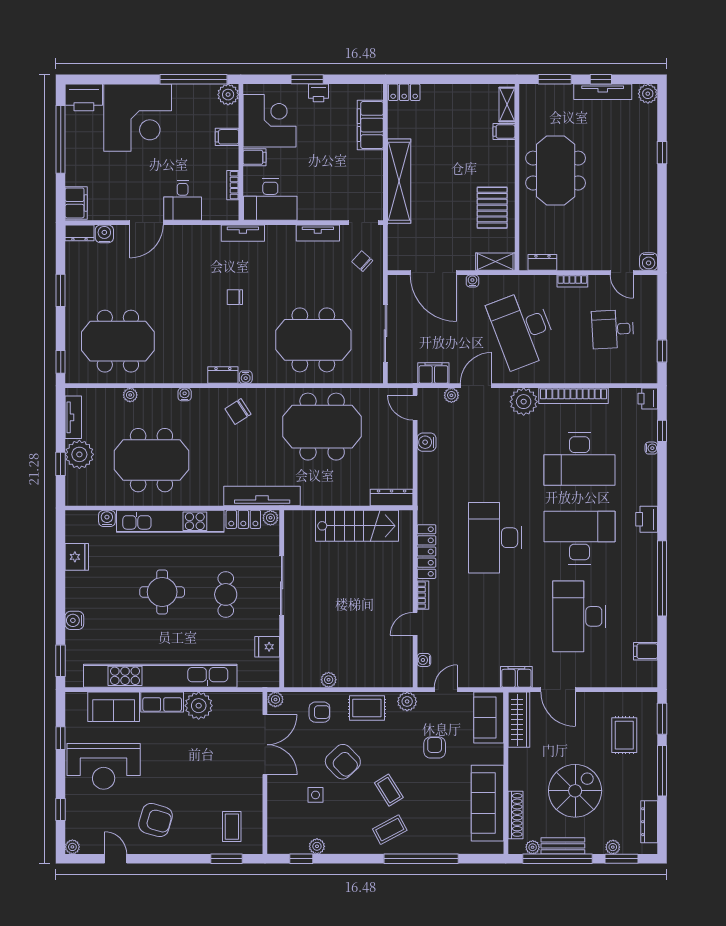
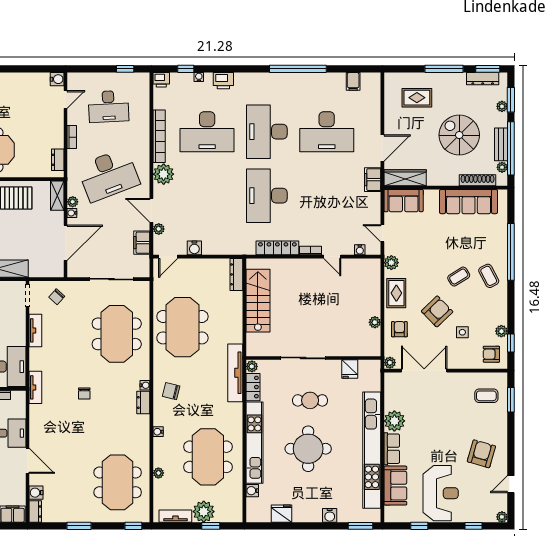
plant: (487, 282) -> (73, 202), added
desk: (613, 329) -> (108, 106), width x1.37
chair: (238, 412) -> (171, 391), turned 137
desk: (579, 459) -> (207, 132), turned 90
printer: (647, 519) -> (223, 81), moved
desk: (495, 538) -> (267, 196), turned 90
round table: (162, 592) -> (308, 449), width x1.36, depth x1.36
window: (662, 719) -> (488, 69), moved
armchair: (435, 747) -> (491, 354), moved

